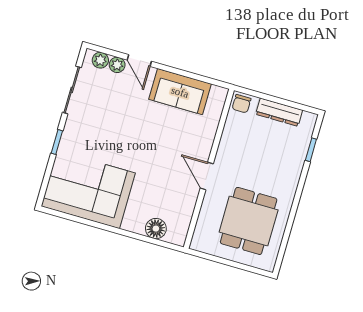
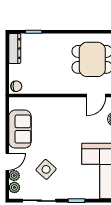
side table: (113, 112) -> (46, 169), added
dresser: (279, 112) -> (15, 49), moved
door: (207, 176) -> (96, 95), moved

